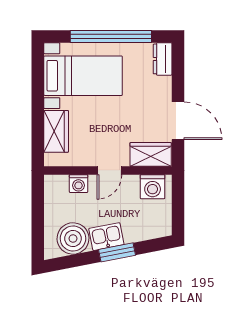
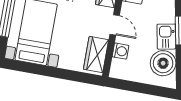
wardrobe: (56, 131) -> (96, 54), moved, turned -90

